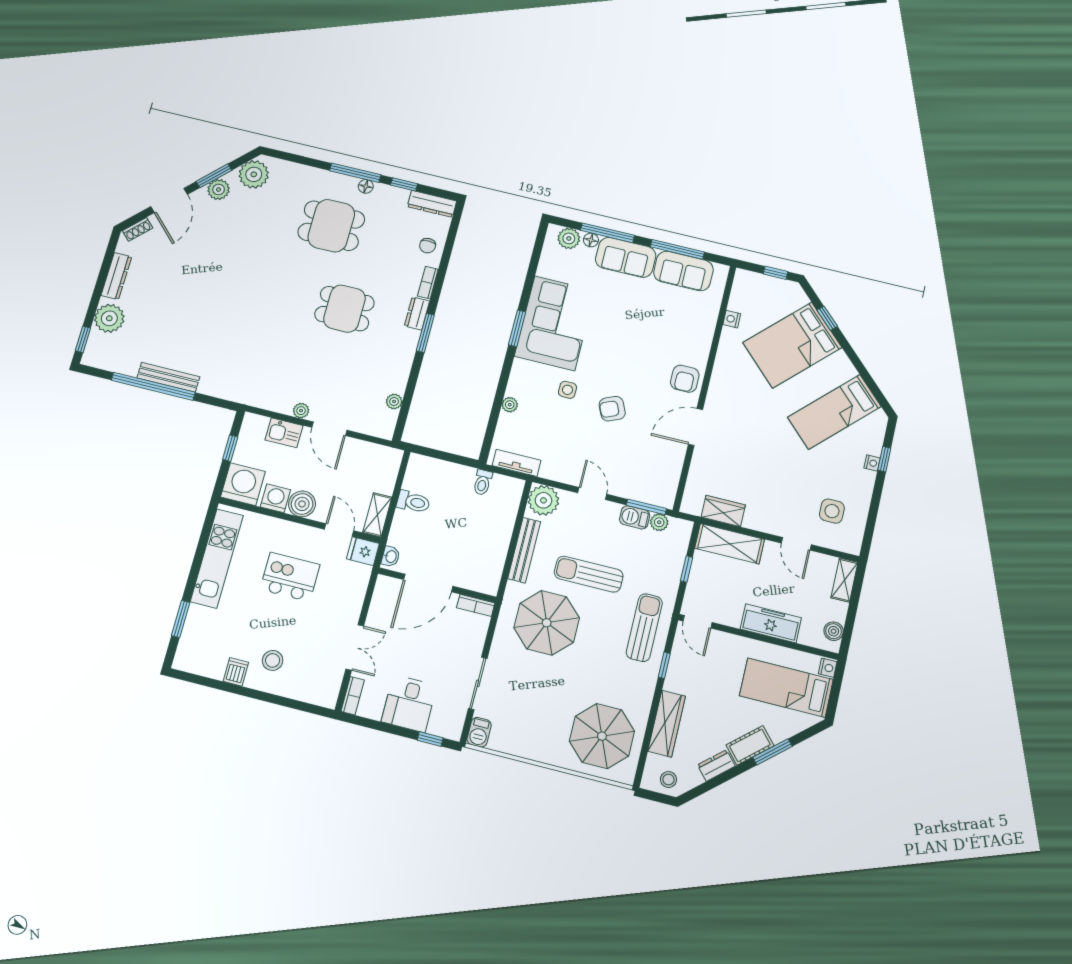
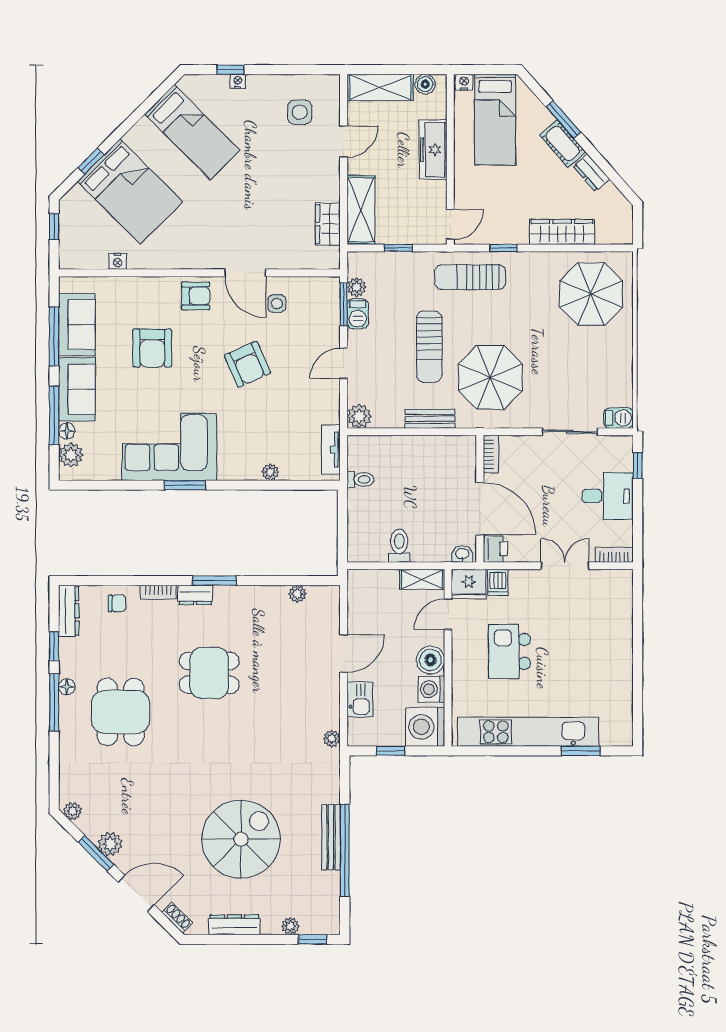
plant: (254, 174) -> (73, 811), width x0.53, depth x0.53
spiral stairs: (190, 300) -> (241, 839), added
dining table: (344, 309) -> (209, 673), turned 90
plant: (109, 318) -> (290, 926), width x0.53, depth x0.53
armchair: (647, 330) -> (152, 348), added
side table: (567, 390) -> (277, 304), moved
armchair: (612, 409) -> (247, 364), width x1.38, depth x1.38
plant: (301, 411) -> (332, 739), moved
plant: (543, 500) -> (359, 416), width x0.73, depth x0.73
bench: (524, 550) -> (430, 419), width x0.73
fridge: (363, 551) -> (469, 584), width x1.38
kitchen unit: (217, 558) -> (528, 732), width x1.36
shelving: (844, 580) -> (380, 87), width x1.50, depth x1.33
printer: (387, 588) -> (495, 549), added
stool: (273, 660) -> (599, 646), removed
dishwasher: (236, 672) -> (498, 582), moved, turned -90
stool: (668, 780) -> (617, 217), removed

